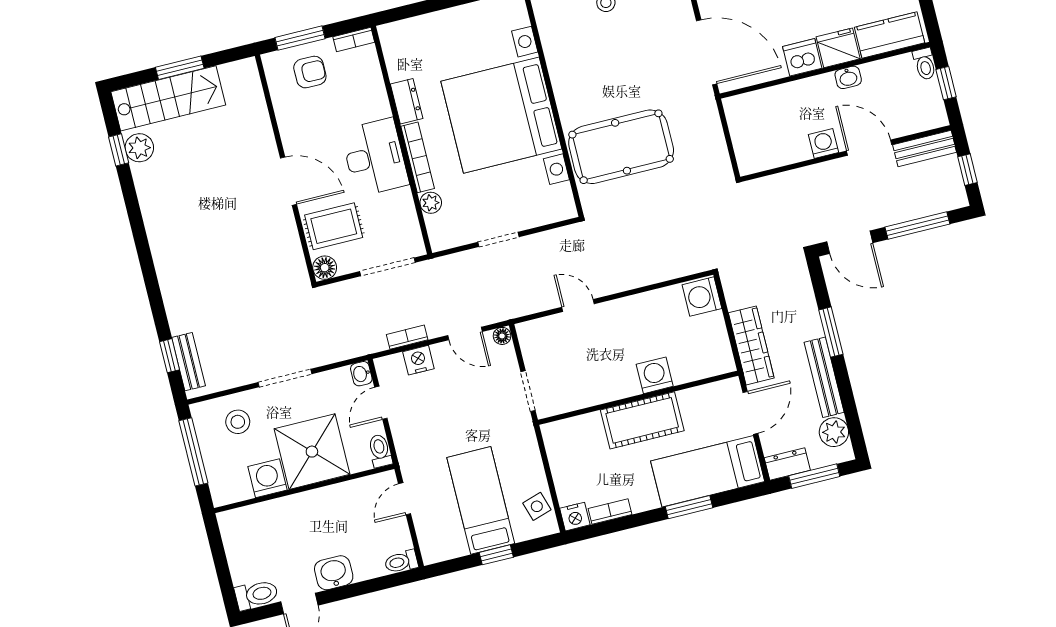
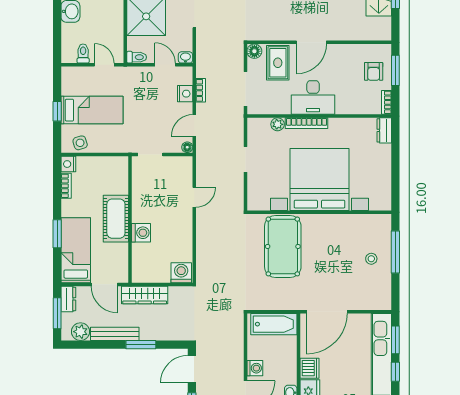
dresser: (407, 101) -> (384, 130), moved, turned 90
bathtub: (747, 131) -> (274, 324), added
toilet: (401, 562) -> (83, 53), moved

